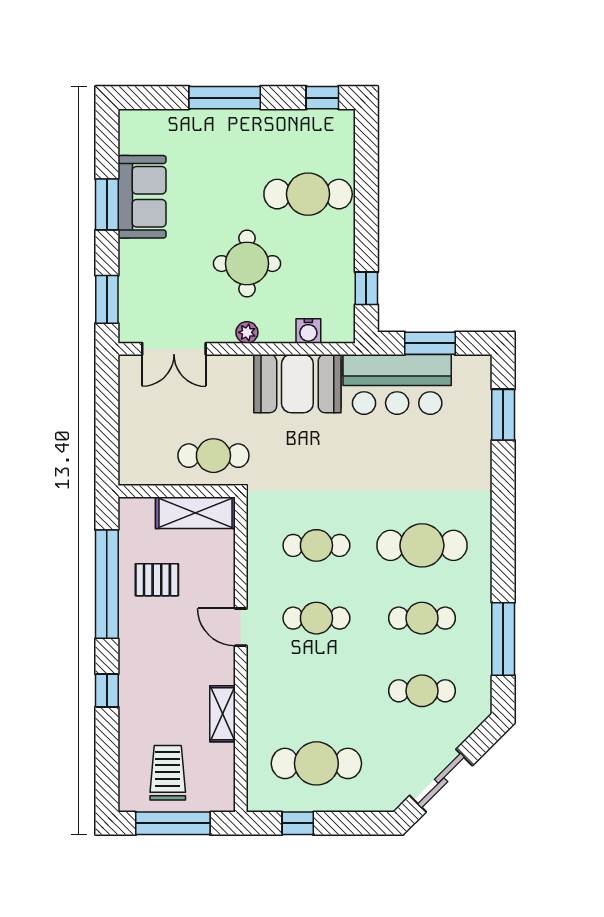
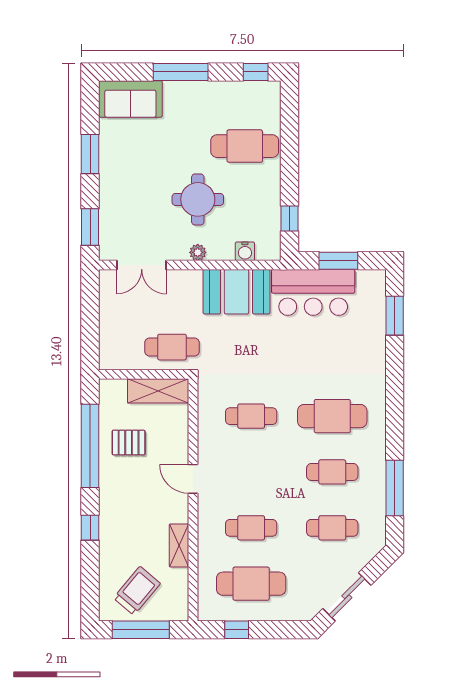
sofa: (142, 197) -> (130, 99), moved, turned 90
cafe table: (316, 618) -> (251, 528), moved
trolley: (168, 773) -> (137, 591), turned 40

